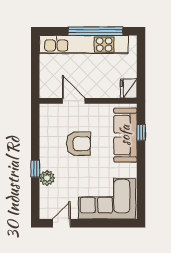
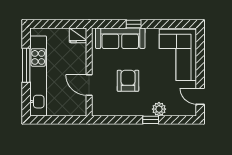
window: (96, 31) -> (26, 65), width x0.68
door: (74, 101) -> (89, 85), hinge flipped
window: (141, 132) -> (134, 24), moved

